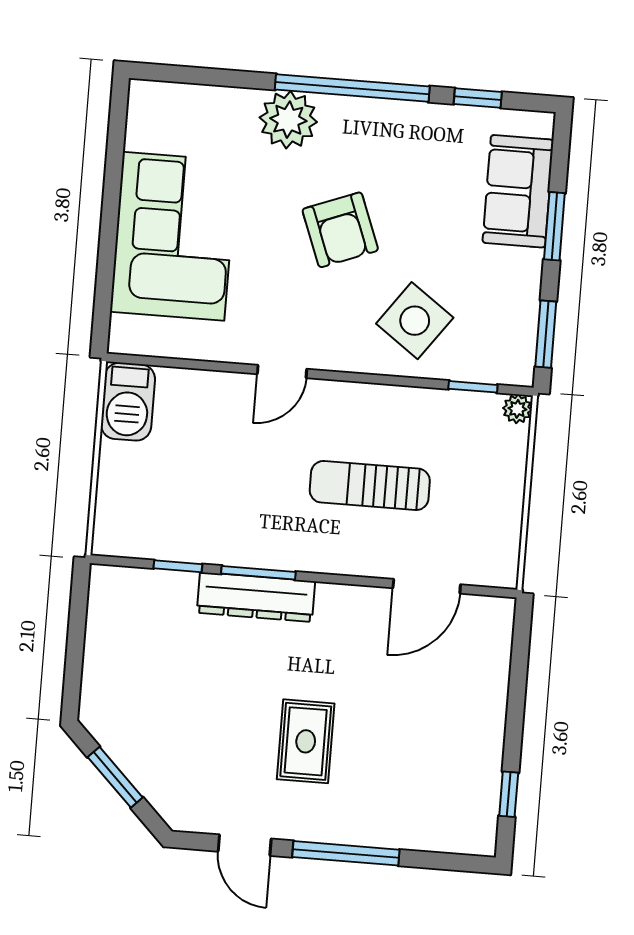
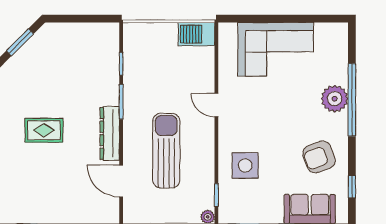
window: (352, 88) -> (352, 100), moved
armchair: (340, 230) -> (319, 157), moved
side table: (415, 321) -> (245, 165), turned -36
sun lounger: (370, 486) -> (166, 151), width x1.36, depth x1.34
dresser: (256, 597) -> (110, 133), moved

